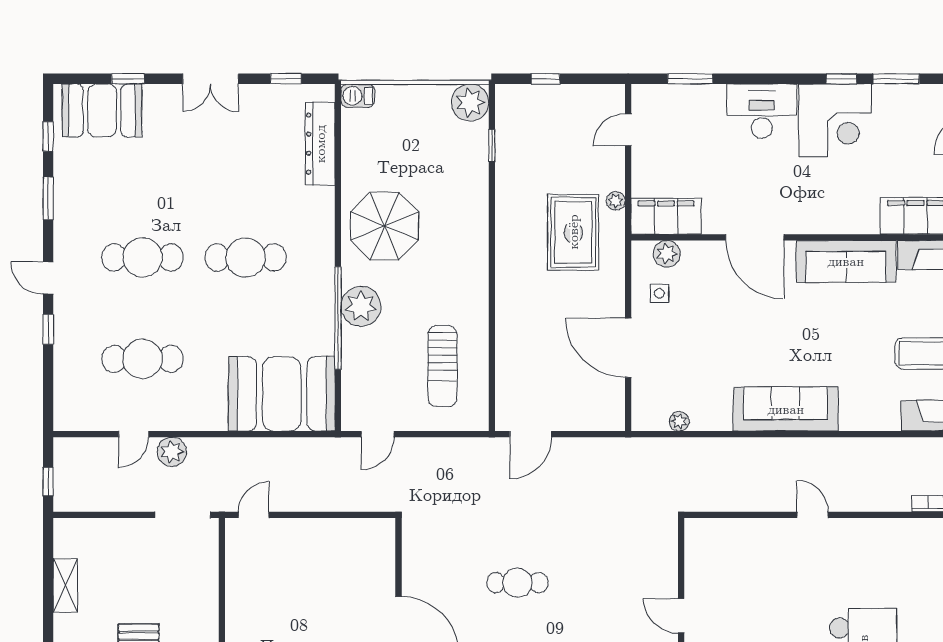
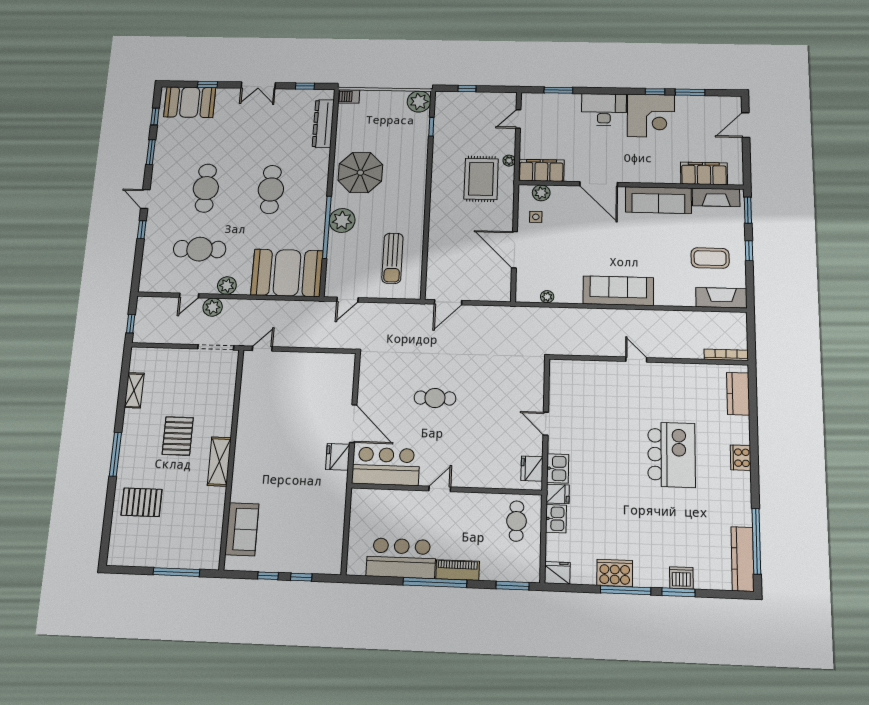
cafe table: (143, 257) -> (206, 188), turned 90
cafe table: (246, 257) -> (271, 189), turned 90
plant: (191, 417) -> (227, 286), added

